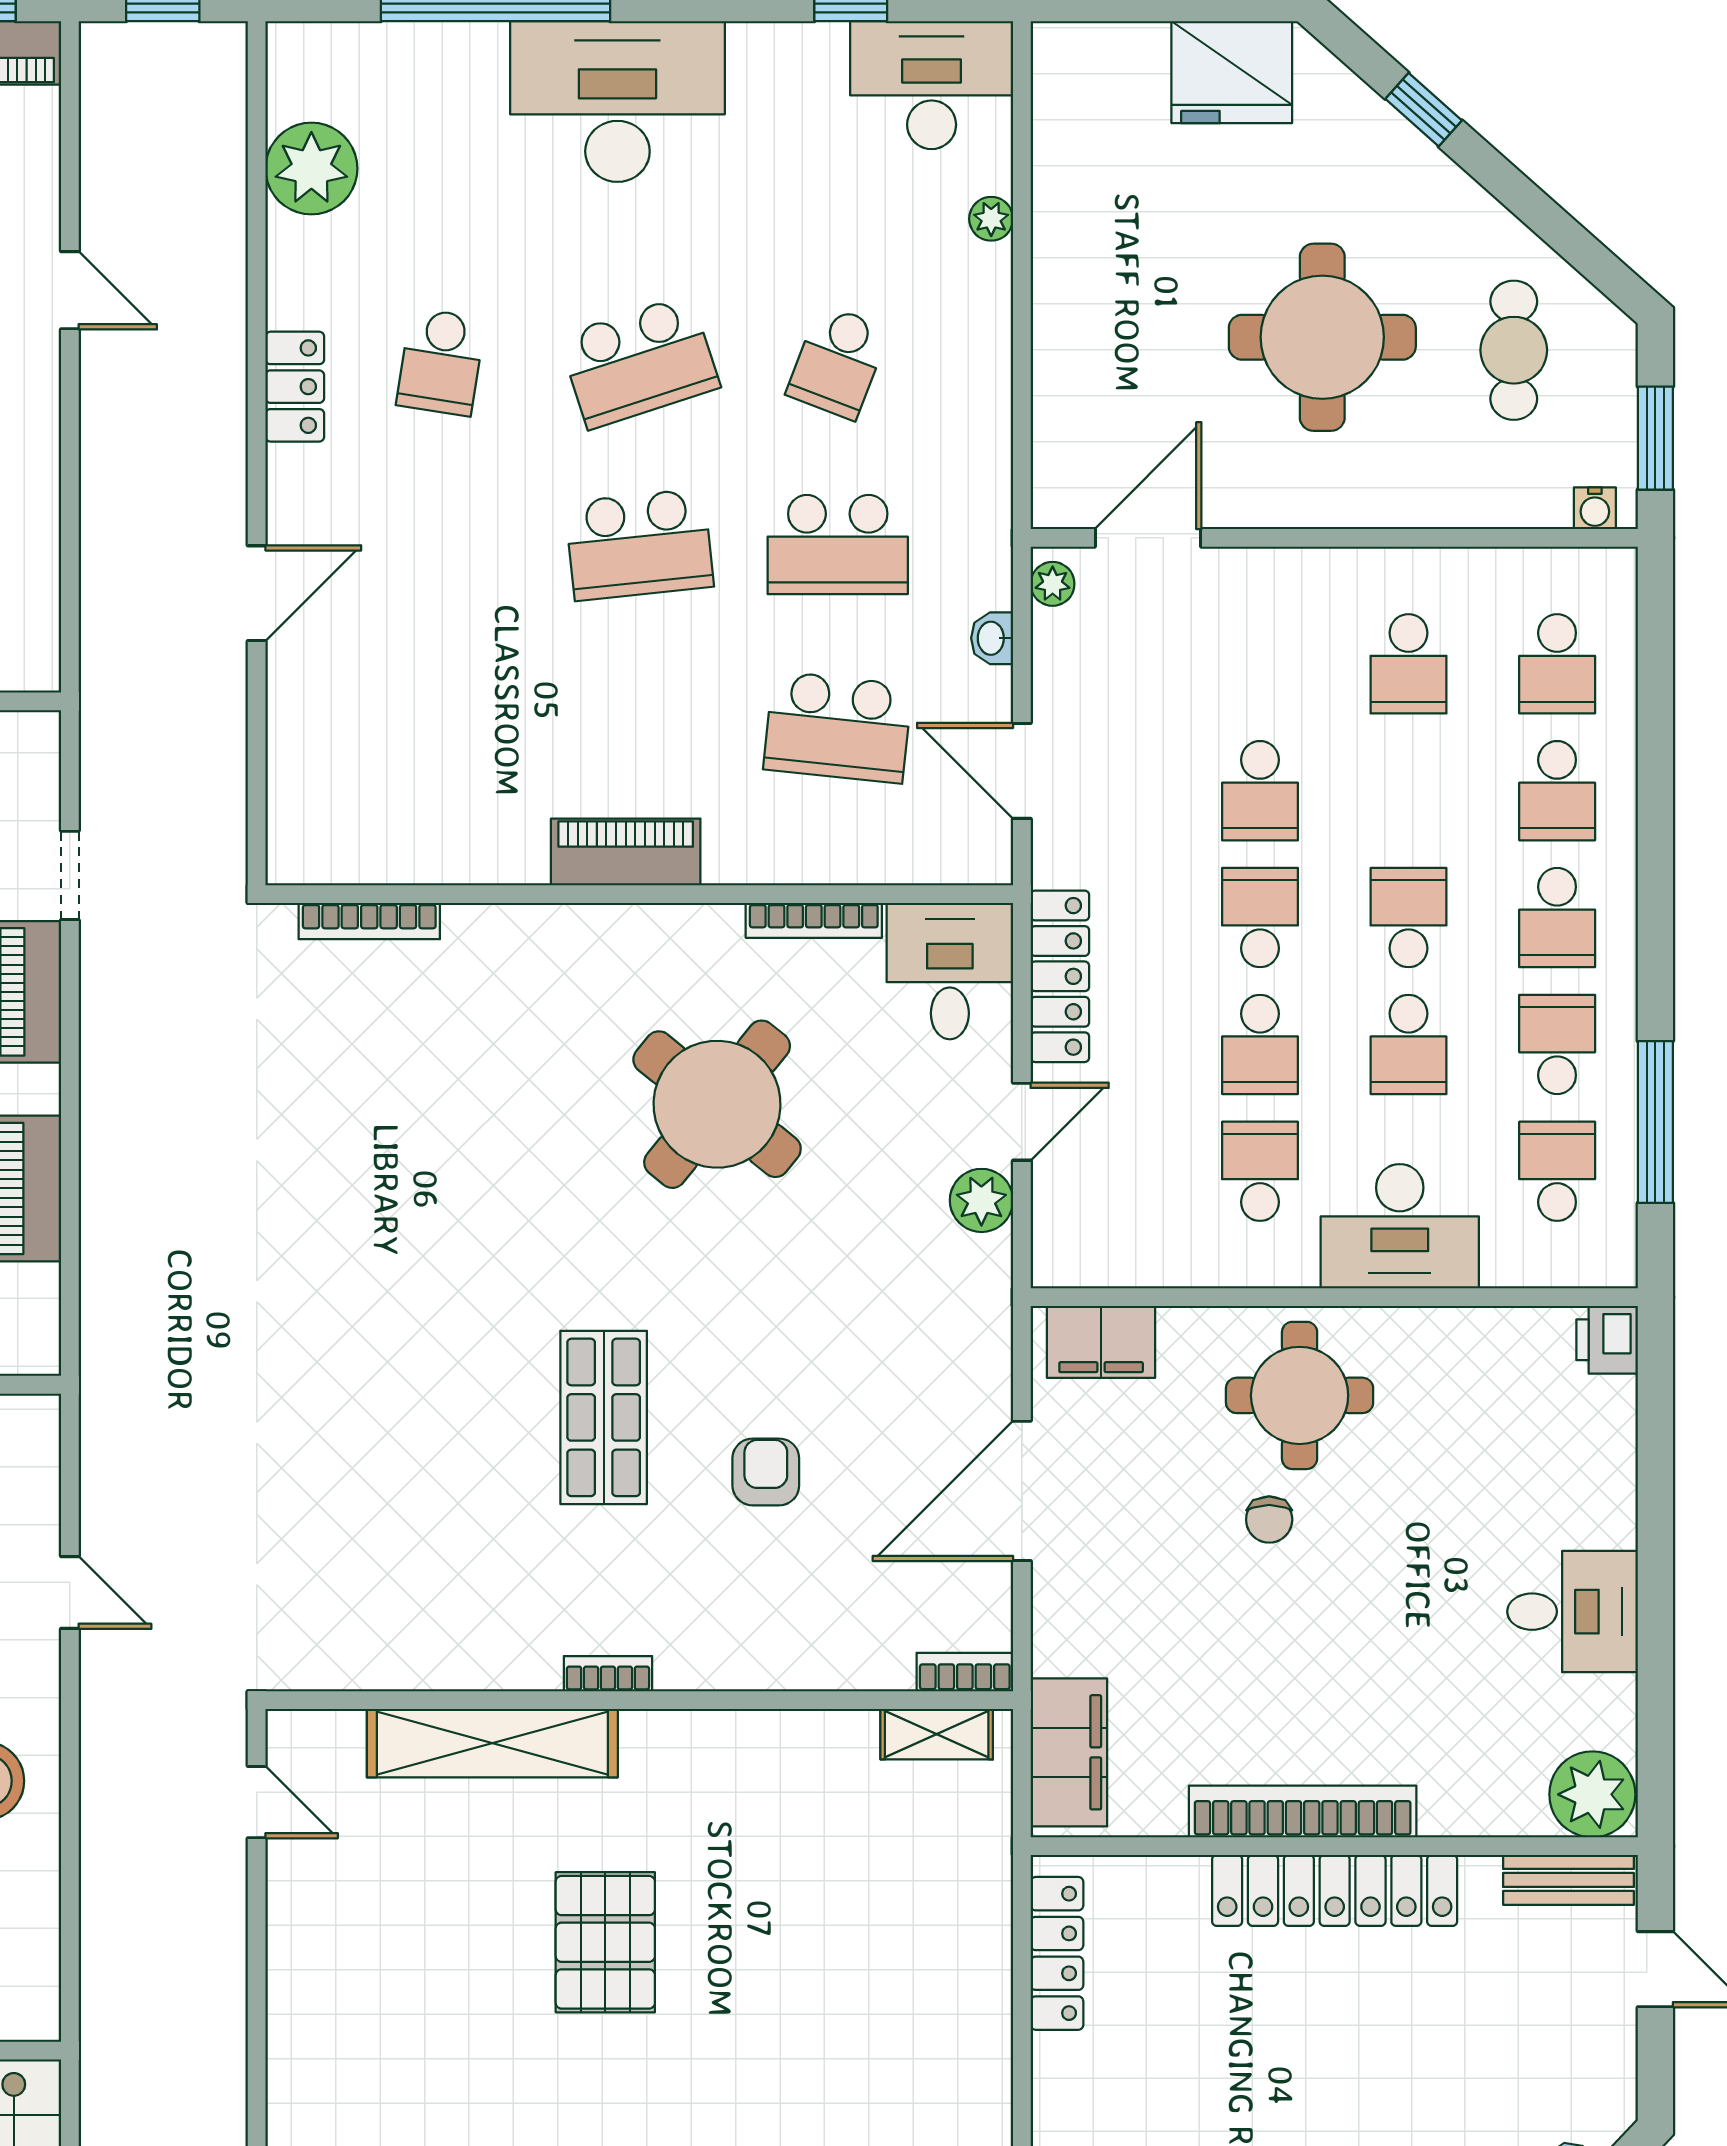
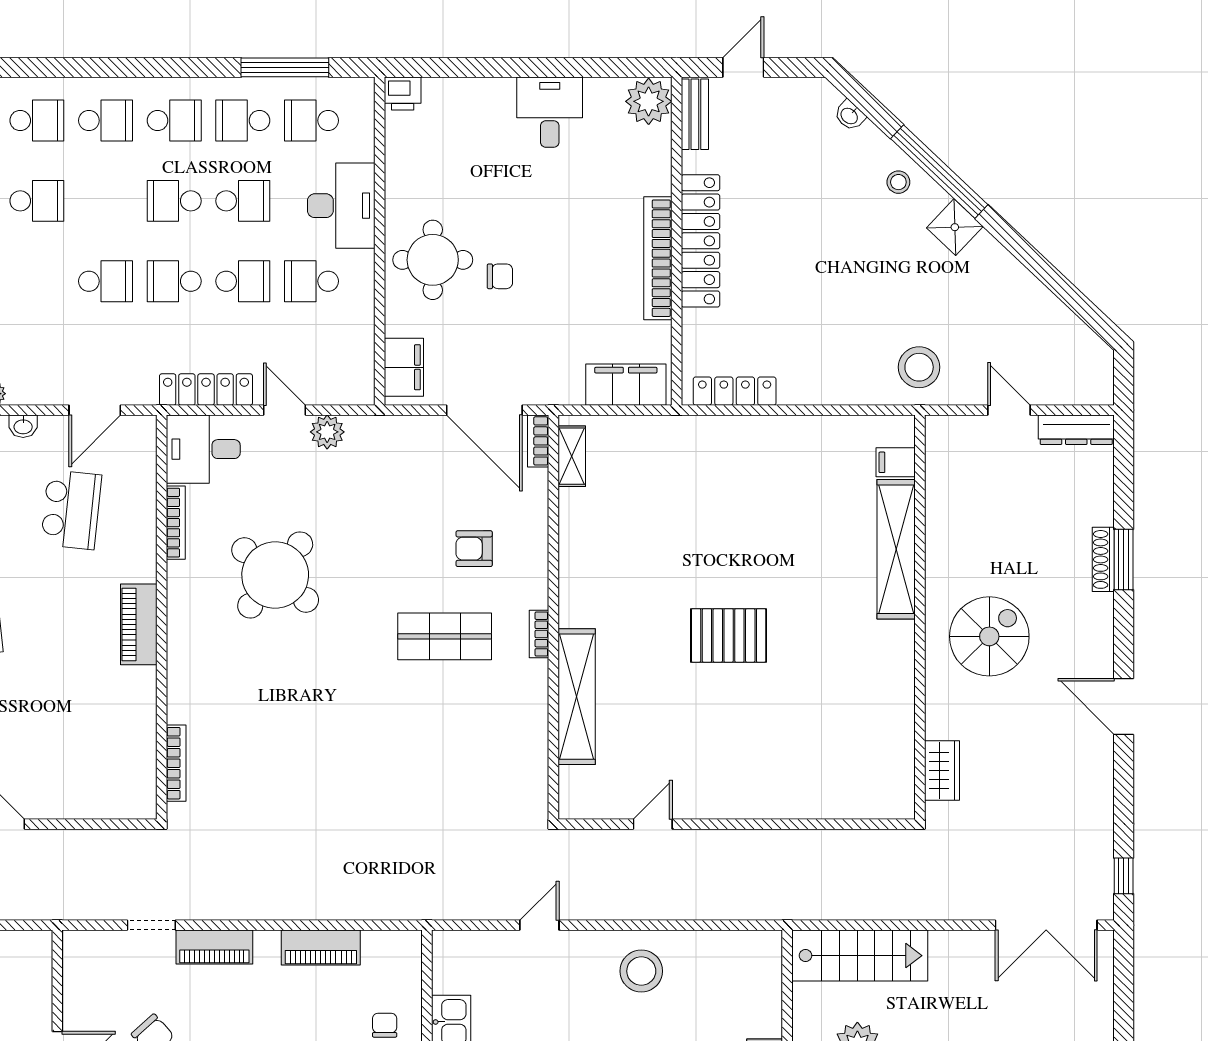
bookcase: (965, 1672) -> (538, 441), moved
bookcase: (608, 1674) -> (539, 634), moved
wall: (639, 1700) -> (553, 617), moved
shelving: (937, 1734) -> (572, 456), moved
shelving: (492, 1743) -> (577, 697), moved

